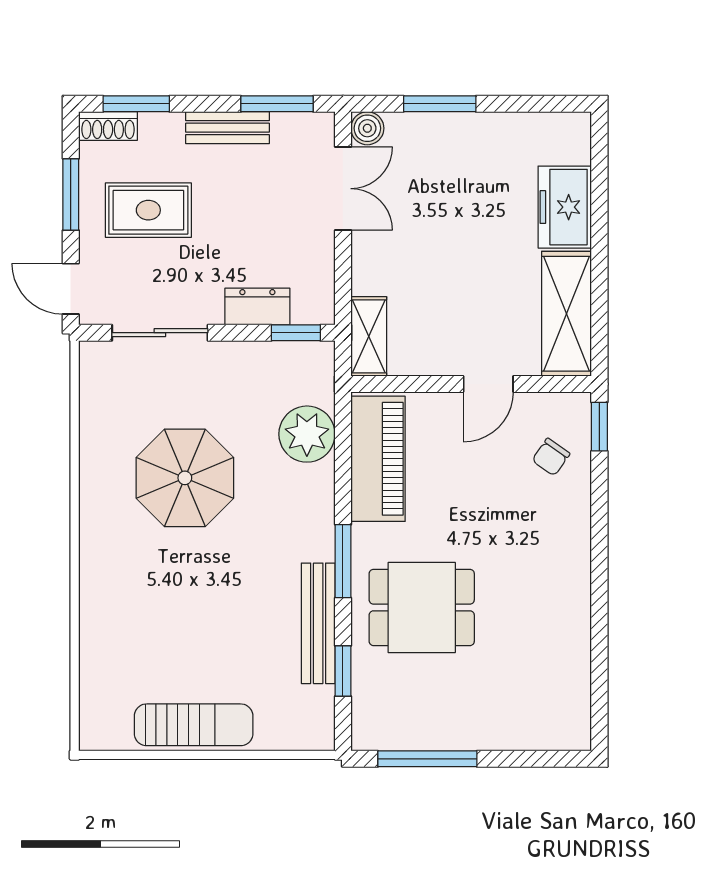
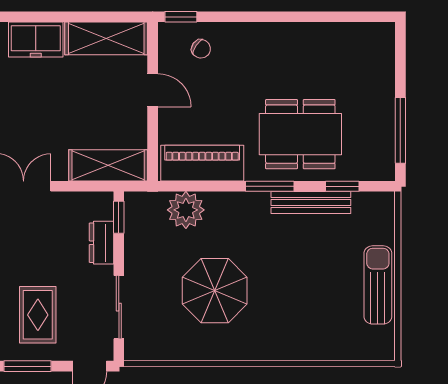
shelving: (369, 336) -> (108, 165), width x1.50, depth x1.33
dining table: (422, 607) -> (300, 134), width x1.38

